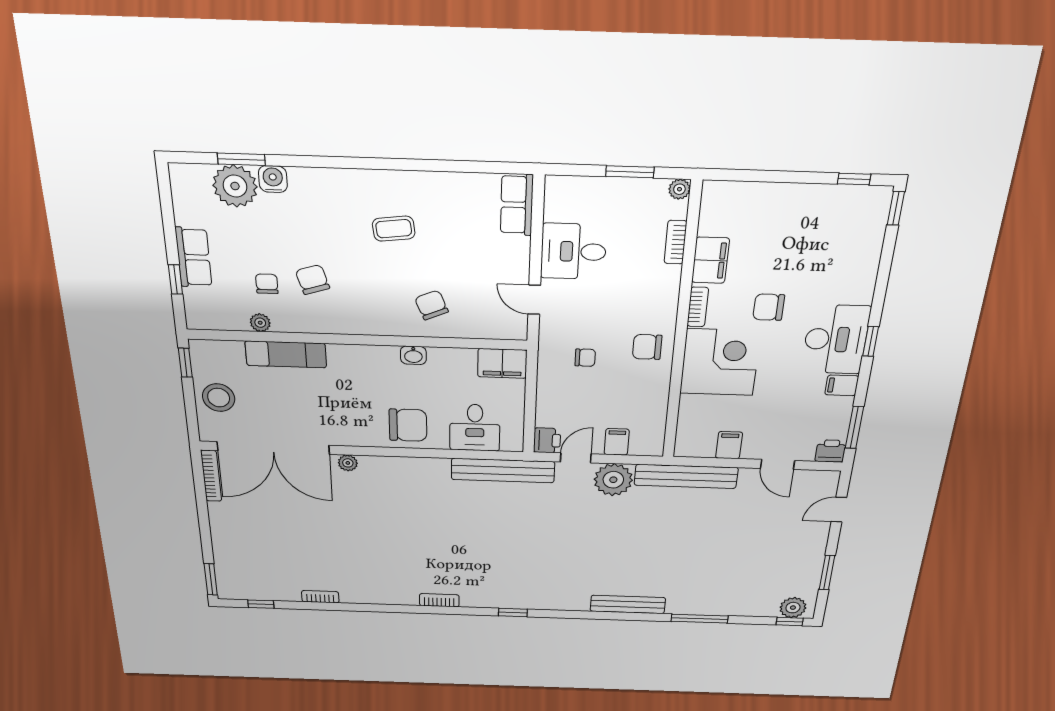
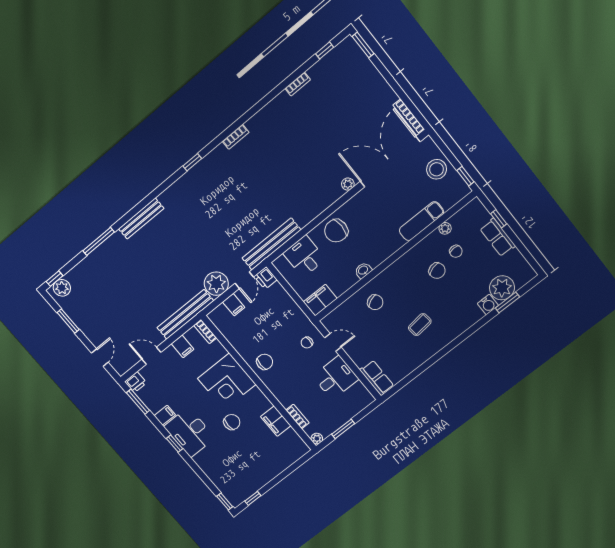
bookcase: (698, 307) -> (205, 332), moved
chair: (585, 358) -> (307, 343), moved

